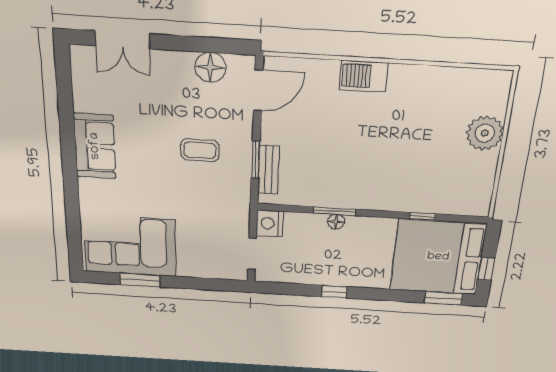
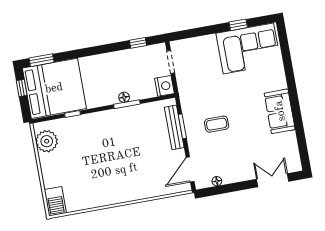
floor lamp: (210, 67) -> (217, 181), width x0.53, depth x0.53
barbecue: (363, 76) -> (55, 201), moved, turned 90
plant: (485, 133) -> (47, 141), moved
bench: (269, 170) -> (174, 127), width x1.36
window: (140, 280) -> (238, 25), width x0.67
window: (334, 292) -> (138, 43), moved

